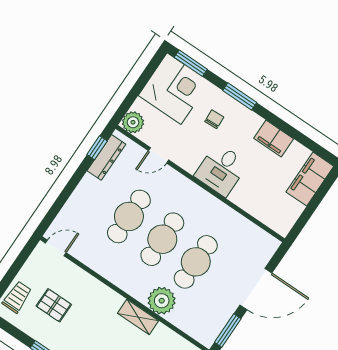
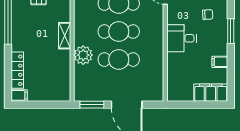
window: (240, 96) -> (231, 31), moved
filing cabinet: (274, 138) -> (220, 62), width x0.50
shelving: (138, 317) -> (65, 36), moved

